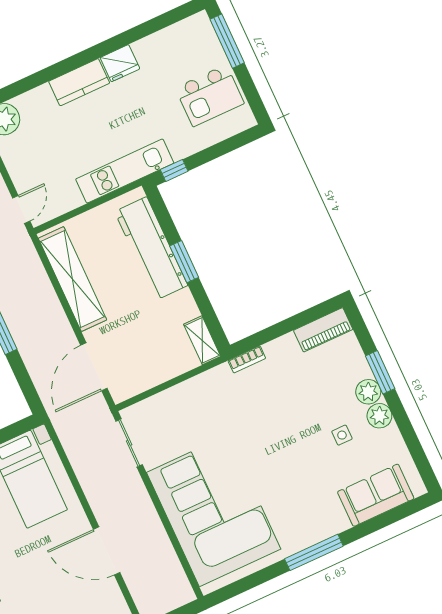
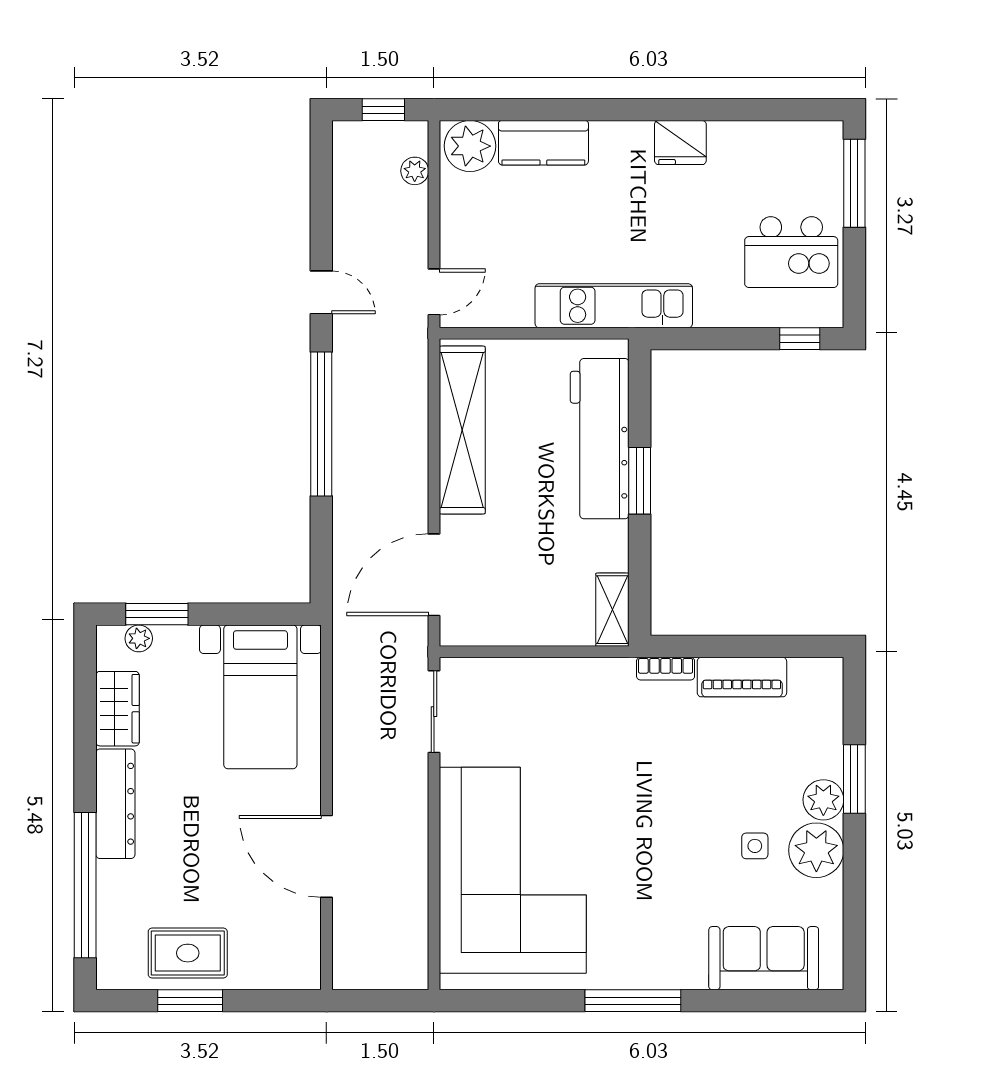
kitchen counter: (79, 82) -> (543, 143), moved
window: (174, 170) -> (800, 339), moved
piano: (323, 330) -> (742, 677), moved
plant: (379, 416) -> (816, 850), width x1.36, depth x1.36

